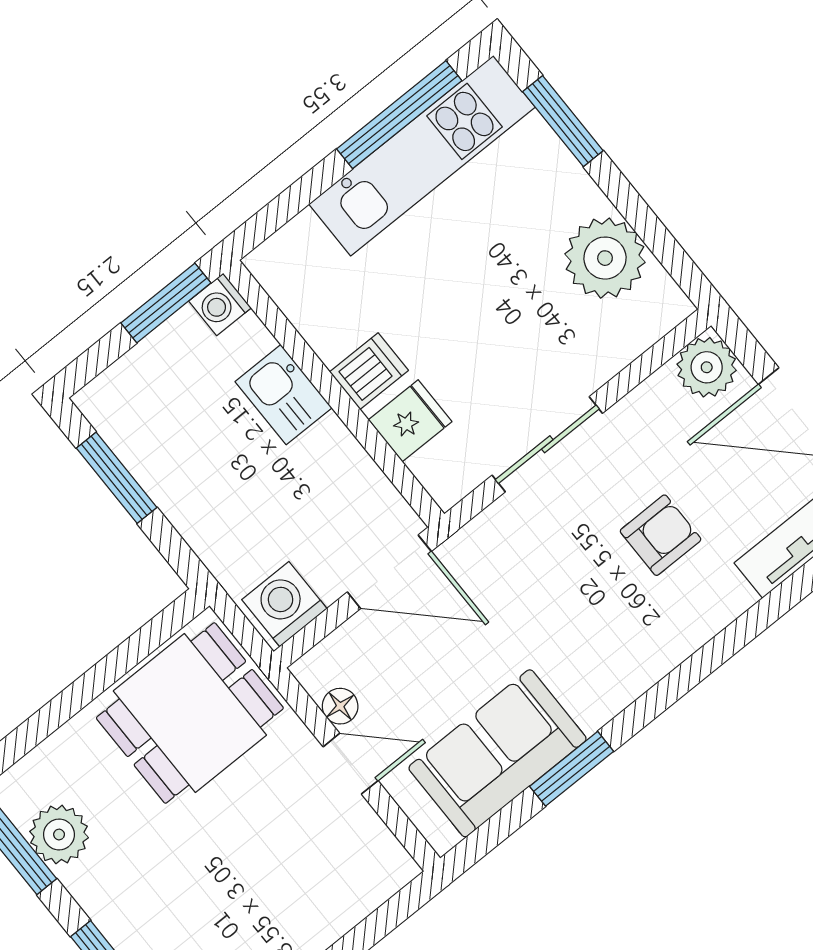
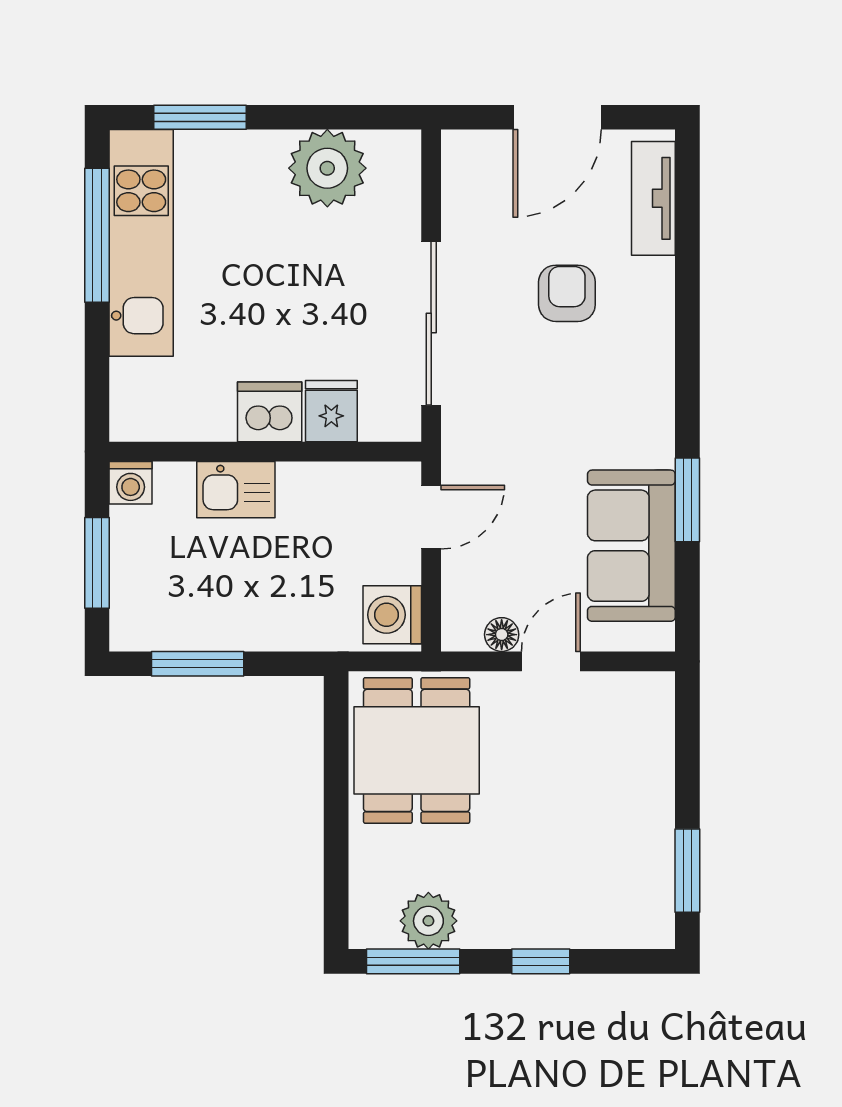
window: (166, 303) -> (97, 563), moved
plant: (707, 367) -> (470, 158), removed
dishwasher: (369, 371) -> (270, 412), width x1.38
sliding door: (547, 444) -> (431, 323), width x1.37
door: (389, 572) -> (431, 517), width x0.73

